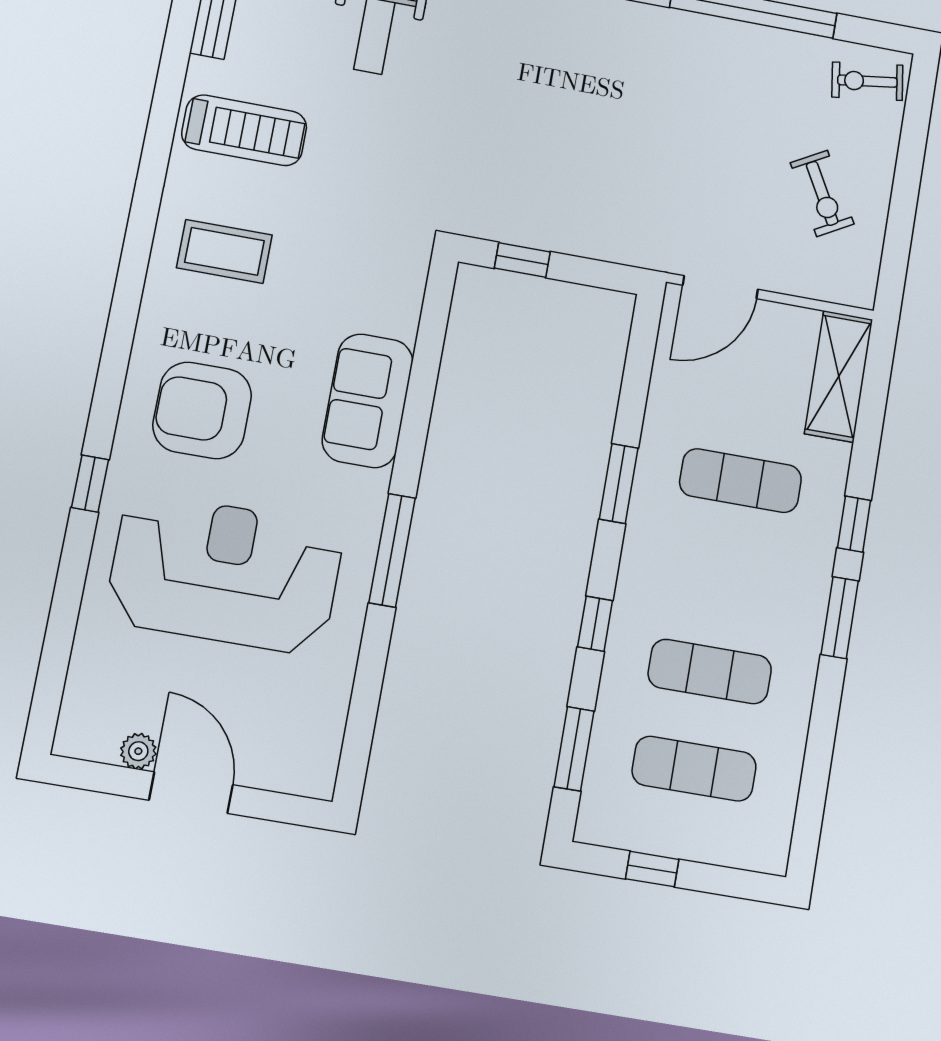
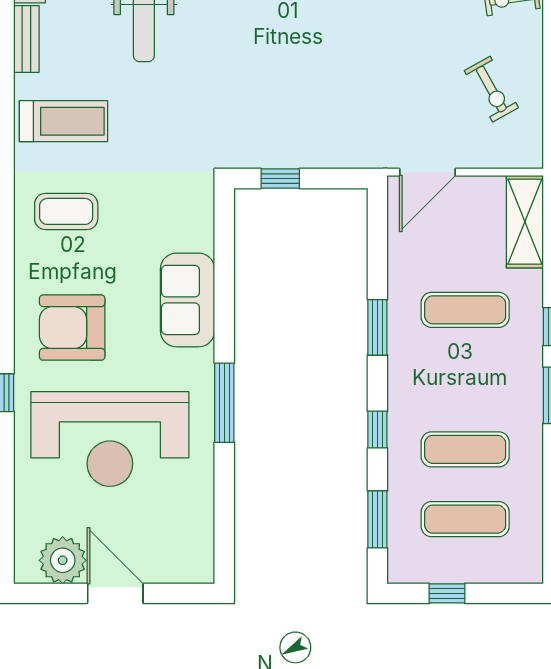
reception desk: (225, 573) -> (110, 439), turned 180
plant: (138, 751) -> (63, 560), width x1.88, depth x1.88

